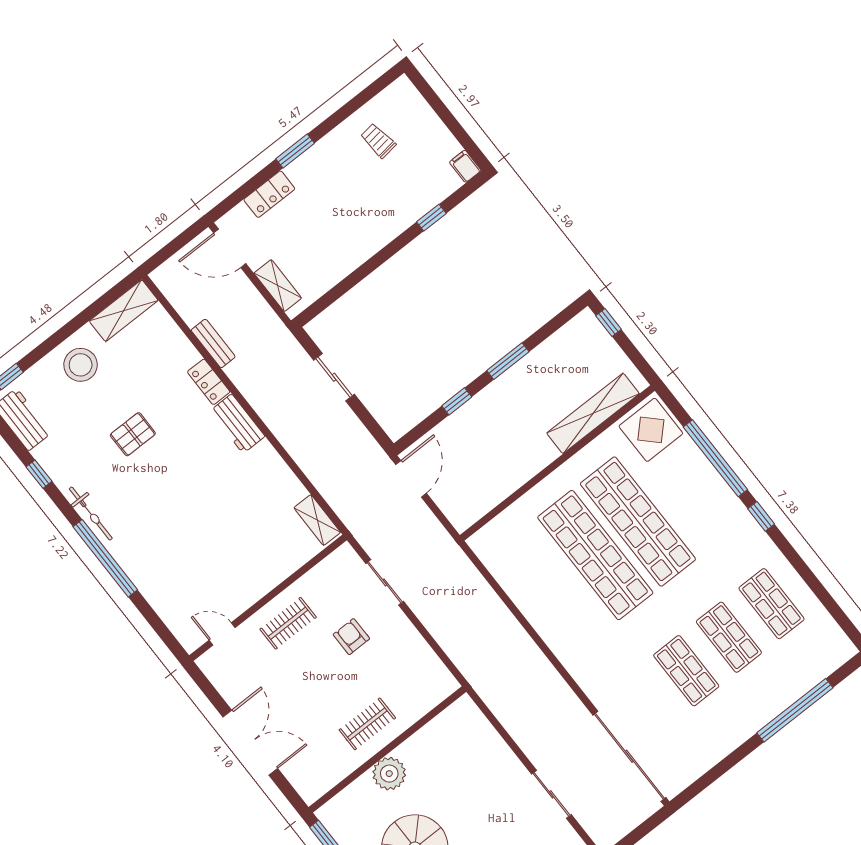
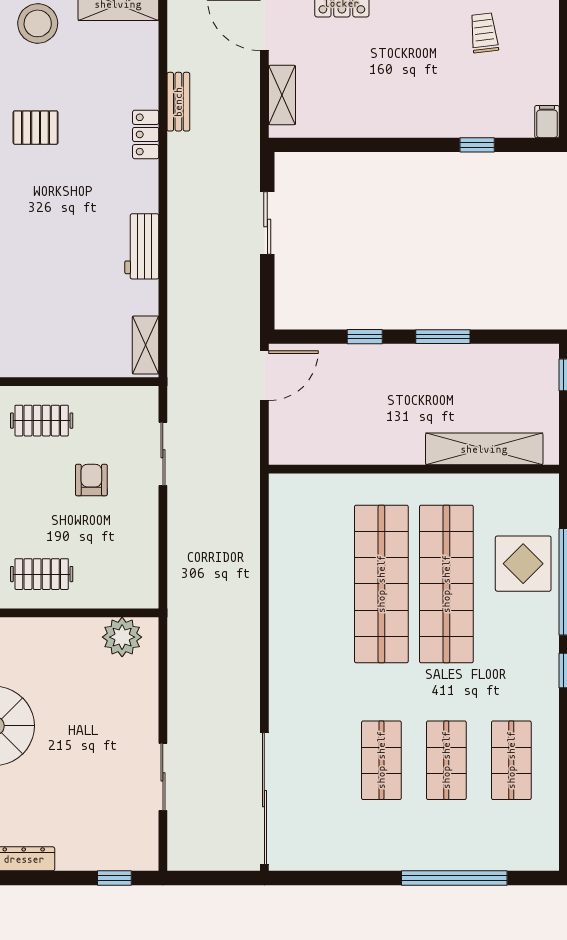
workbench: (237, 424) -> (142, 246), moved
display table: (651, 430) -> (523, 564), moved
plant: (389, 774) -> (122, 637), moved

